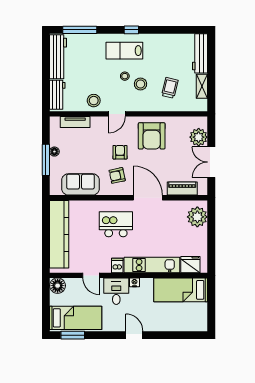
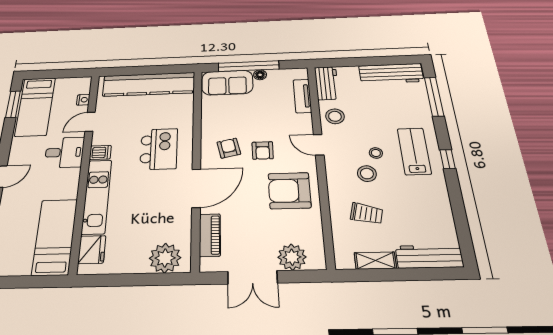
workbench: (57, 95) -> (327, 83), moved, turned -90
armchair: (120, 152) -> (263, 150), turned 90
window: (46, 160) -> (249, 66), width x1.46
double door: (211, 162) -> (252, 277), swing flipped
sofa: (80, 184) -> (227, 83), moved, turned 90
nightstand: (134, 282) -> (83, 100), moved
floor lamp: (58, 286) -> (81, 85), removed

